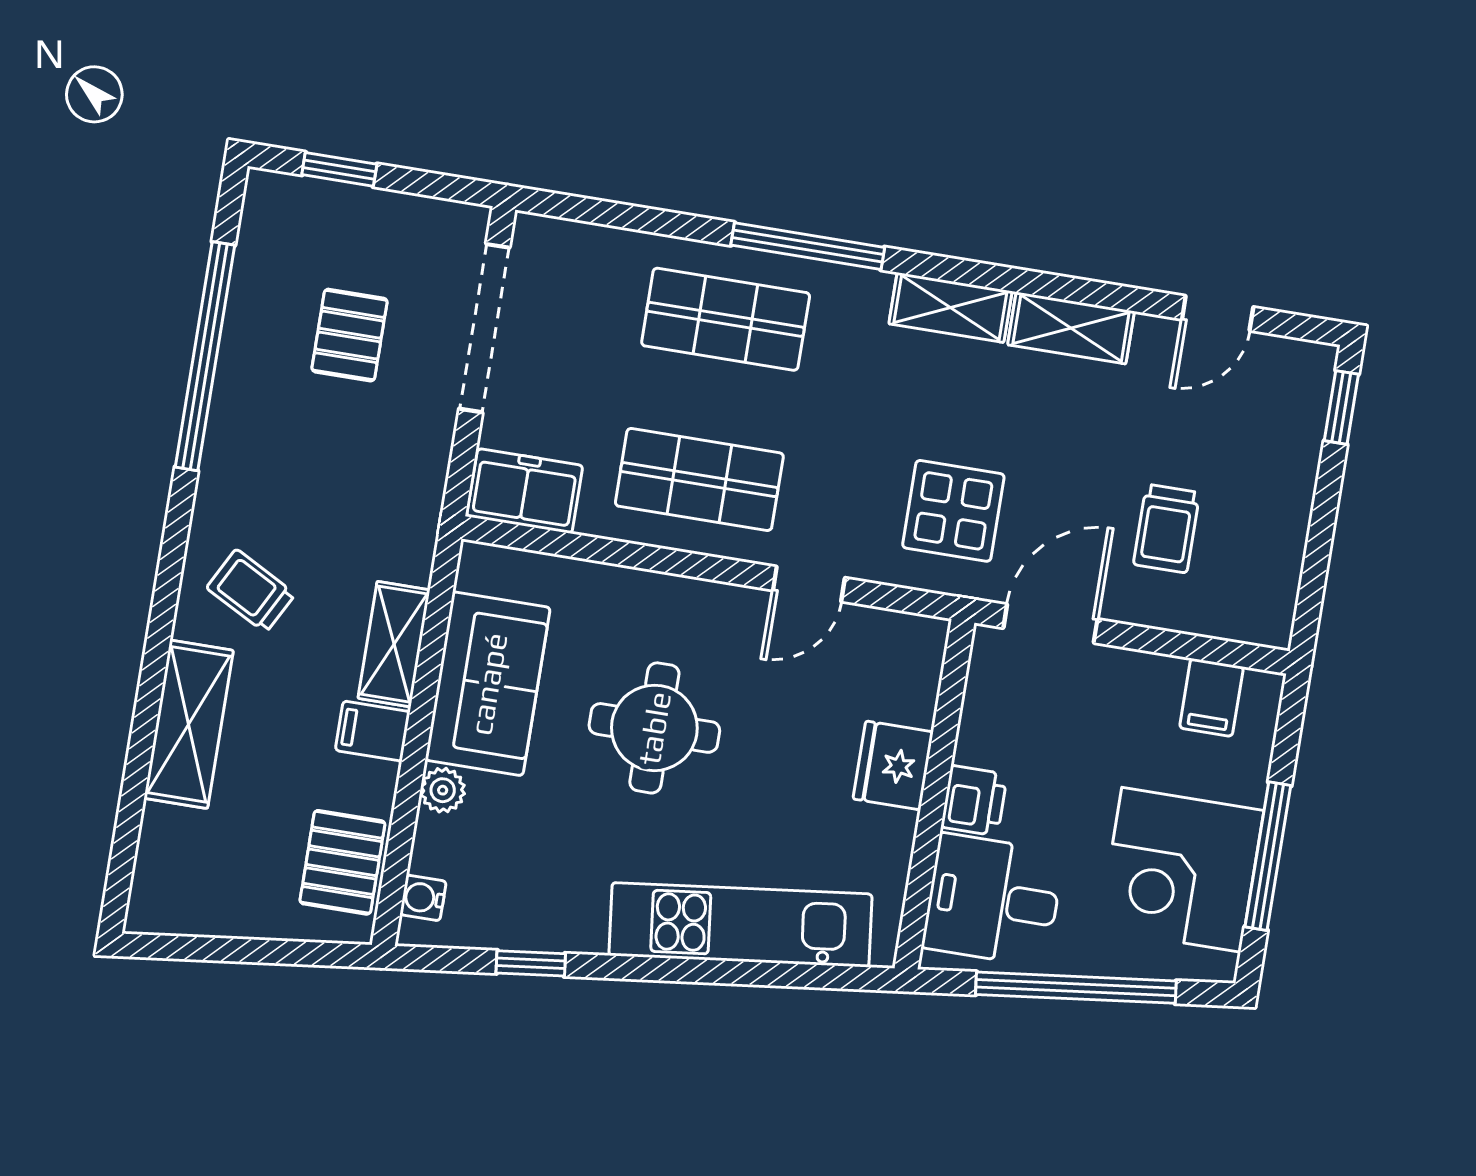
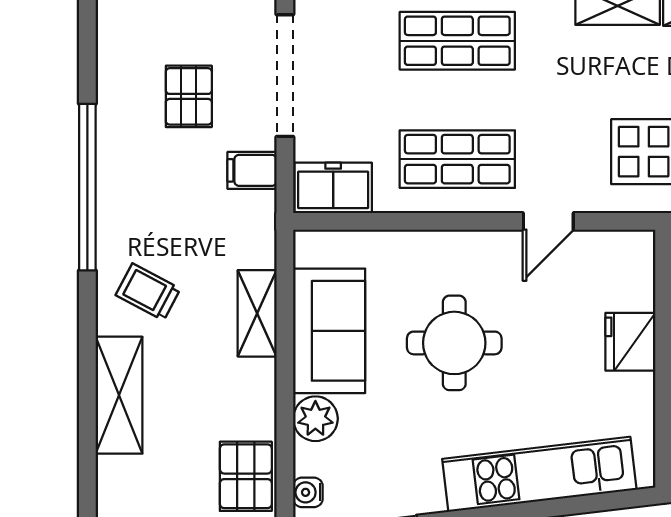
window: (205, 356) -> (87, 187), moved
filing cabinet: (373, 731) -> (252, 170), moved
plant: (443, 790) -> (315, 419), width x1.38, depth x1.38

